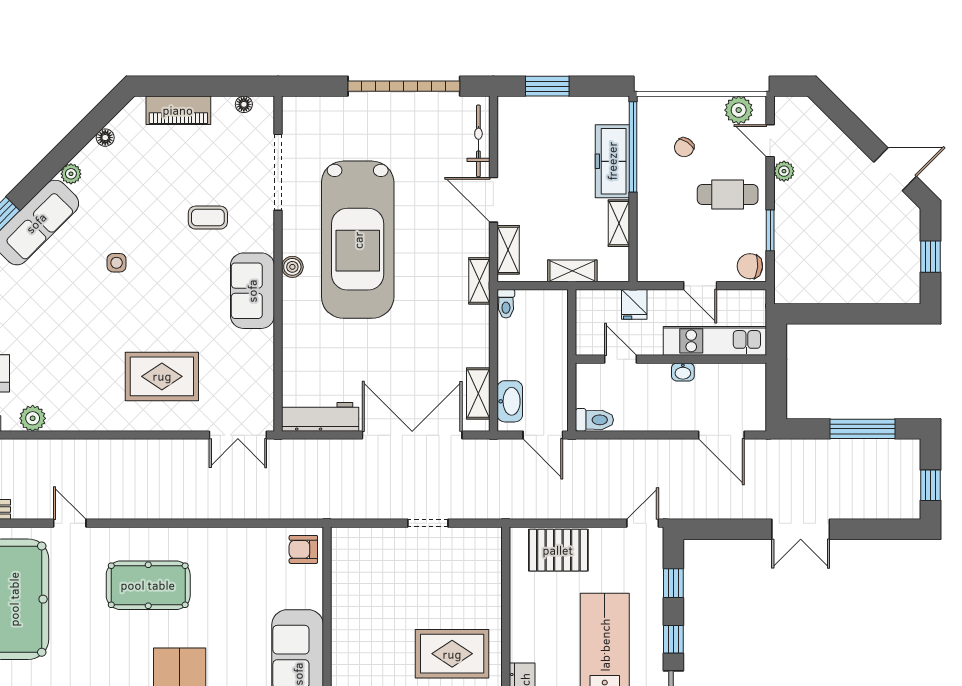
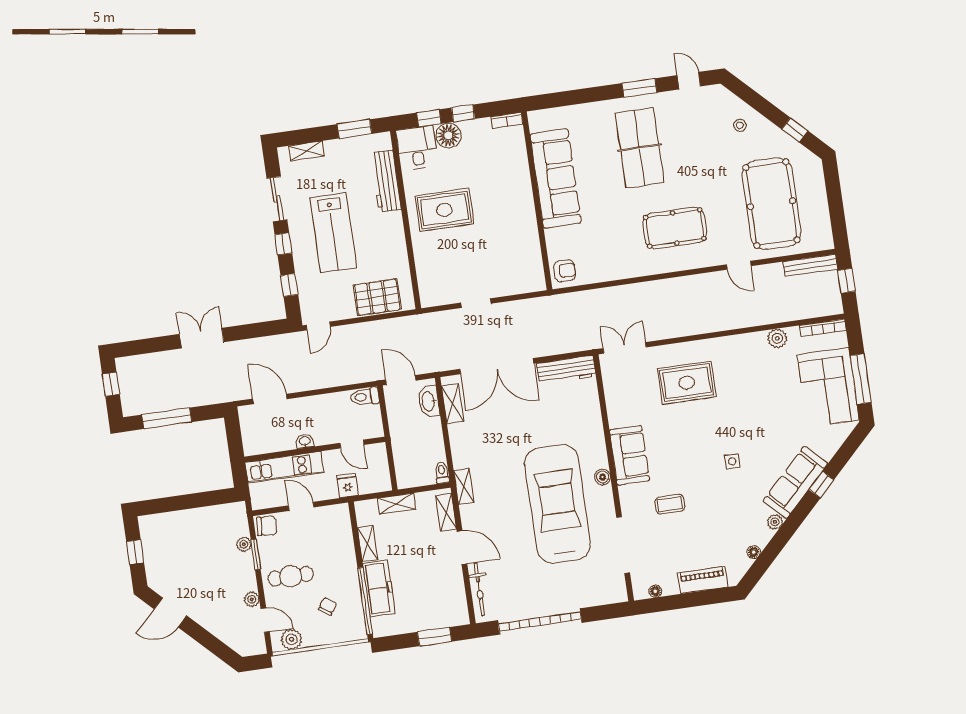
plant: (784, 246) -> (244, 544), added

